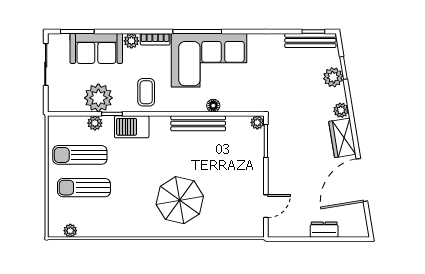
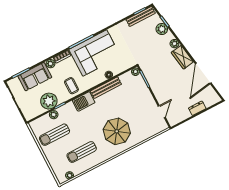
barbecue: (132, 127) -> (84, 101), moved
sun lounger: (84, 188) -> (82, 152), moved

